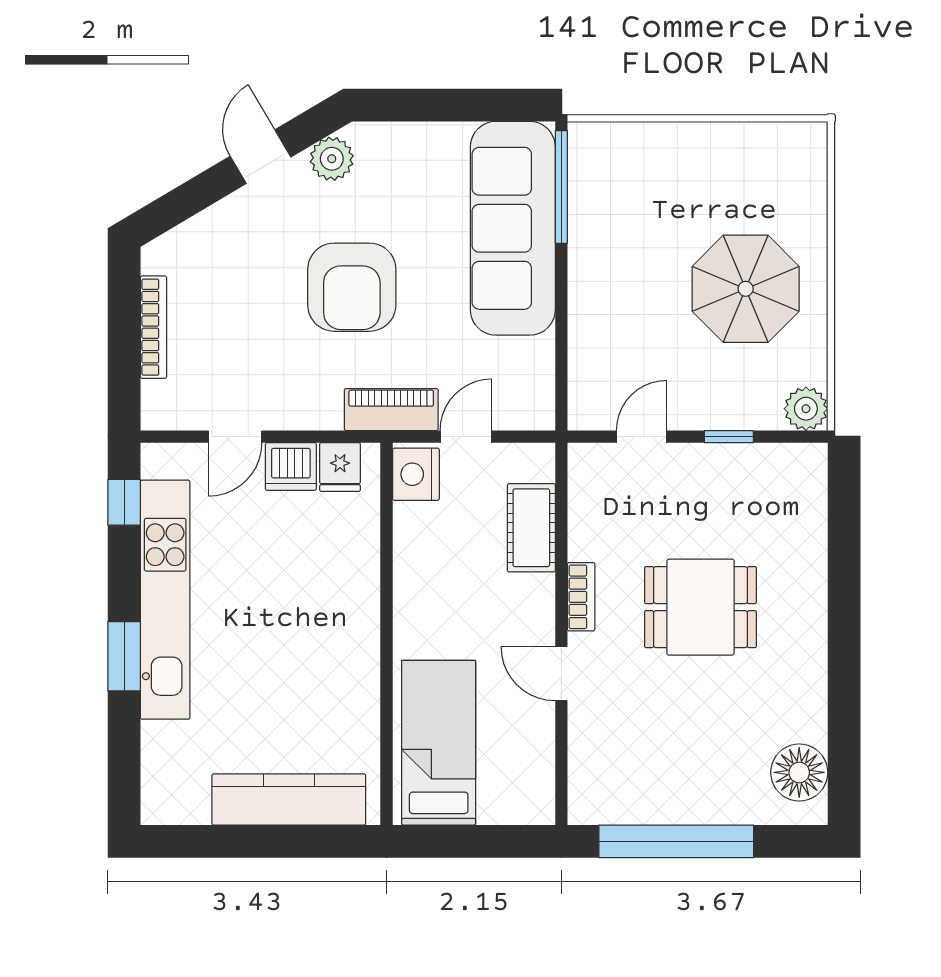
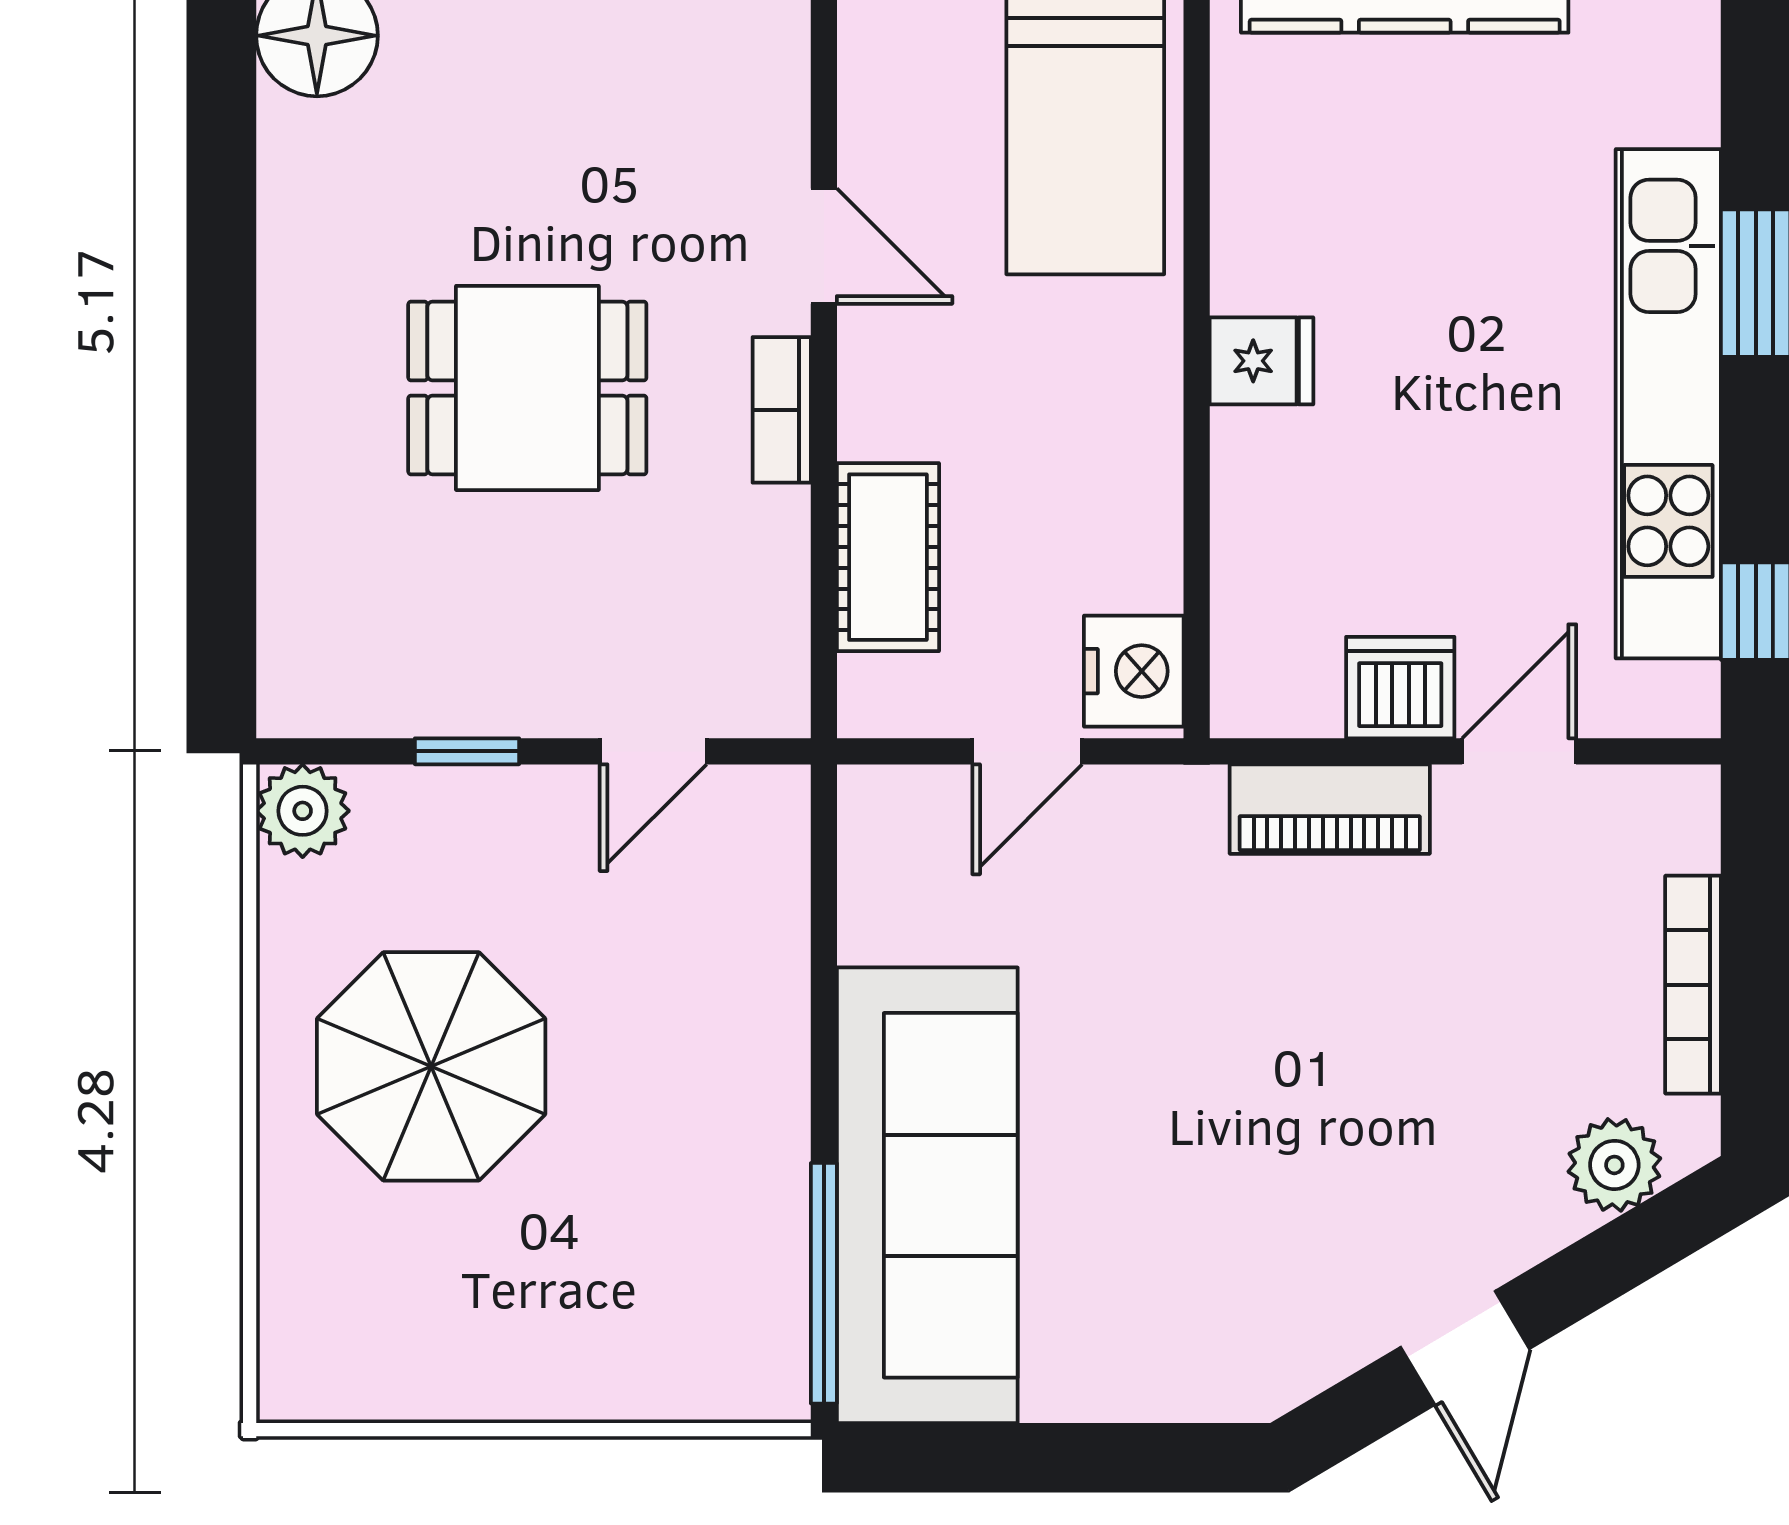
plant: (332, 159) -> (1614, 1165), moved
armchair: (352, 287) -> (1270, 1070), removed
piano: (391, 410) -> (1330, 809), moved
fridge: (340, 467) -> (1261, 361), moved, turned 90

